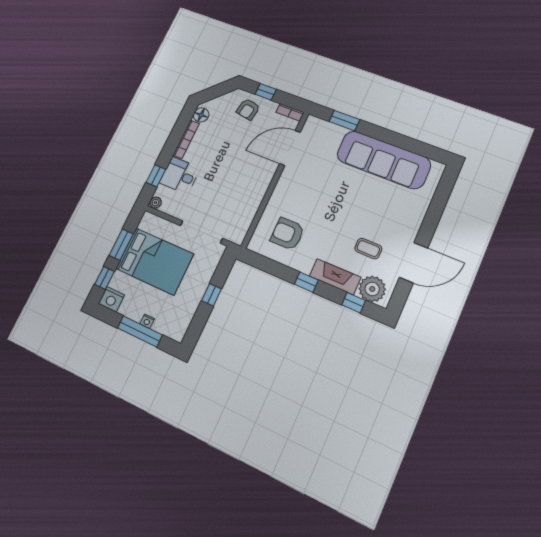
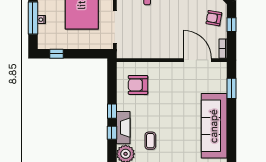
armchair: (287, 234) -> (138, 85), turned -90
window: (211, 295) -> (56, 54), moved
window: (354, 303) -> (112, 133), moved

